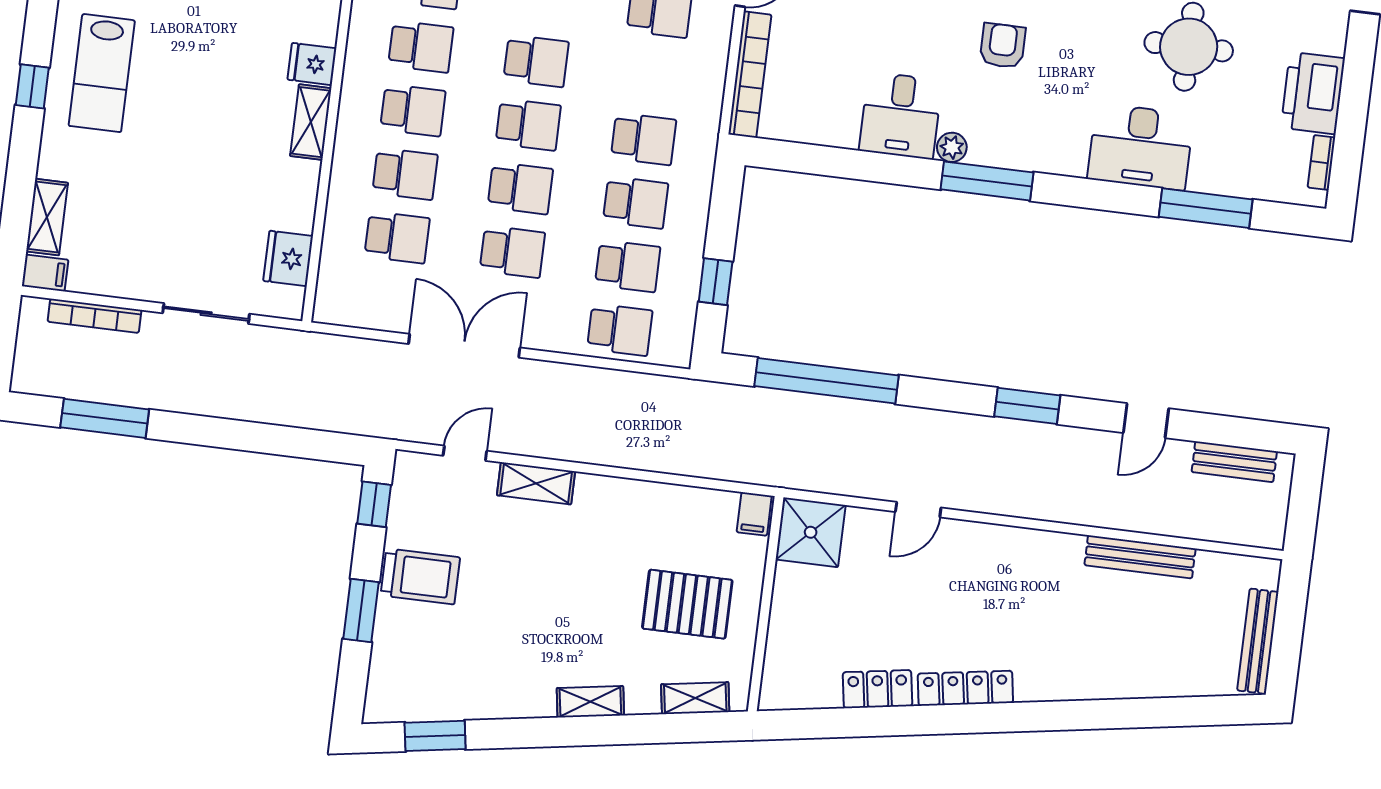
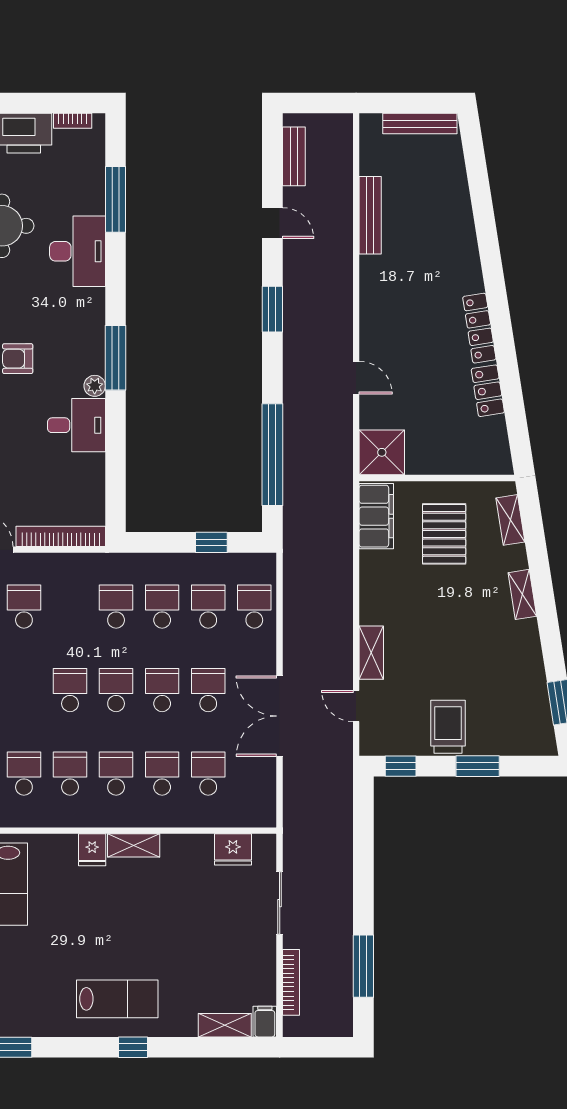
filing cabinet: (754, 514) -> (376, 516), width x3.00, depth x1.17

